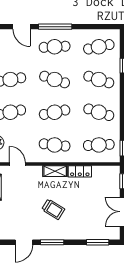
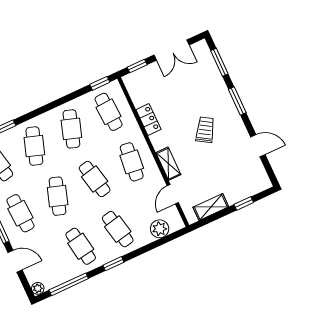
door: (22, 27) -> (15, 261), hinge flipped
shelving: (55, 171) -> (168, 164), moved
window: (52, 242) -> (237, 101), moved

